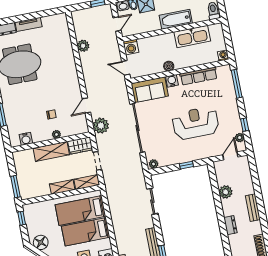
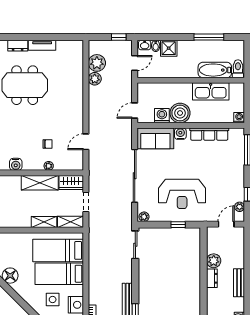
bathtub: (176, 19) -> (215, 70), moved
washing machine: (131, 47) -> (162, 116), moved, turned 180
boiler: (169, 66) -> (180, 113), width x1.86, depth x1.86
door: (126, 68) -> (135, 111), hinge flipped
reception desk: (196, 123) -> (182, 194), moved, turned 180
plant: (101, 126) -> (97, 63), moved
sliding door: (152, 201) -> (135, 245), moved
dresser: (230, 225) -> (212, 278), moved

